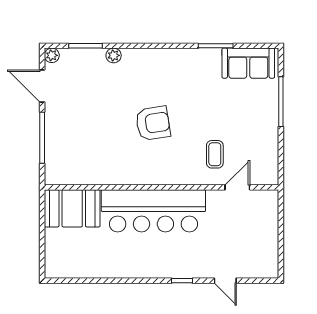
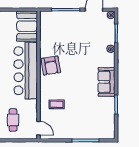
sofa: (248, 63) -> (107, 82), moved
armchair: (153, 123) -> (51, 66), moved
door: (237, 187) -> (38, 128), moved
cafe table: (244, 234) -> (13, 120), added

